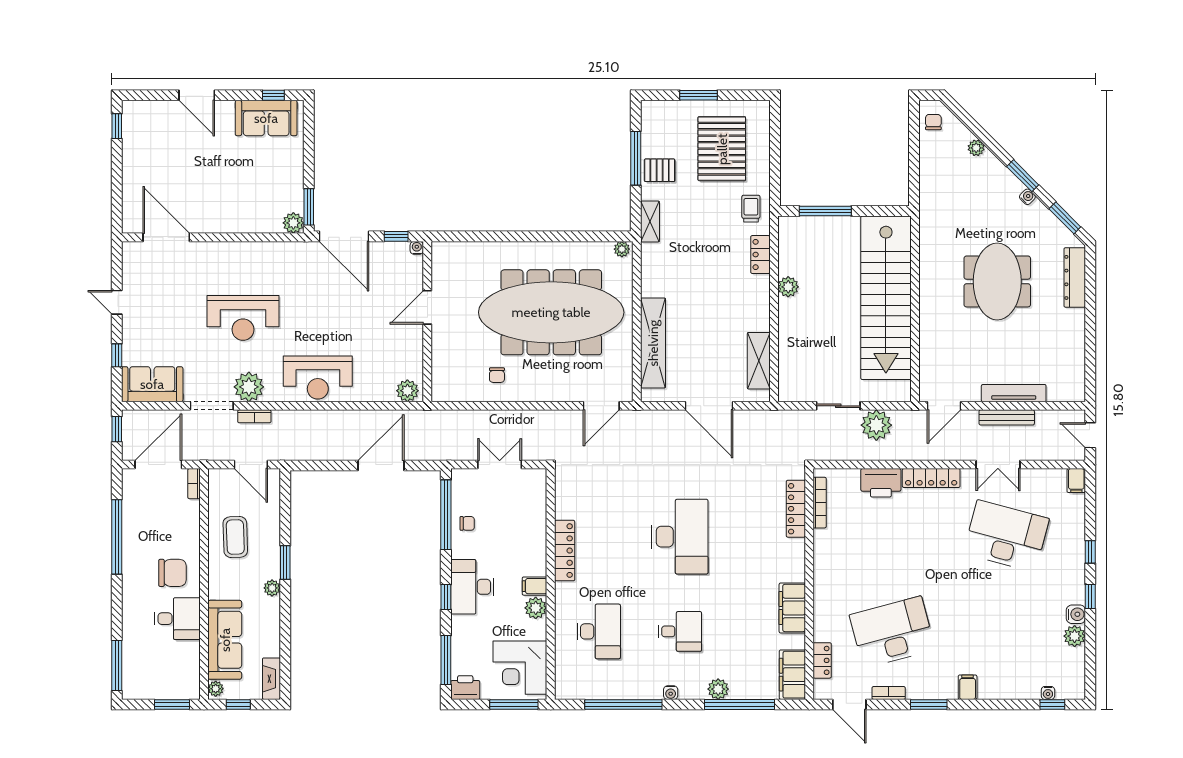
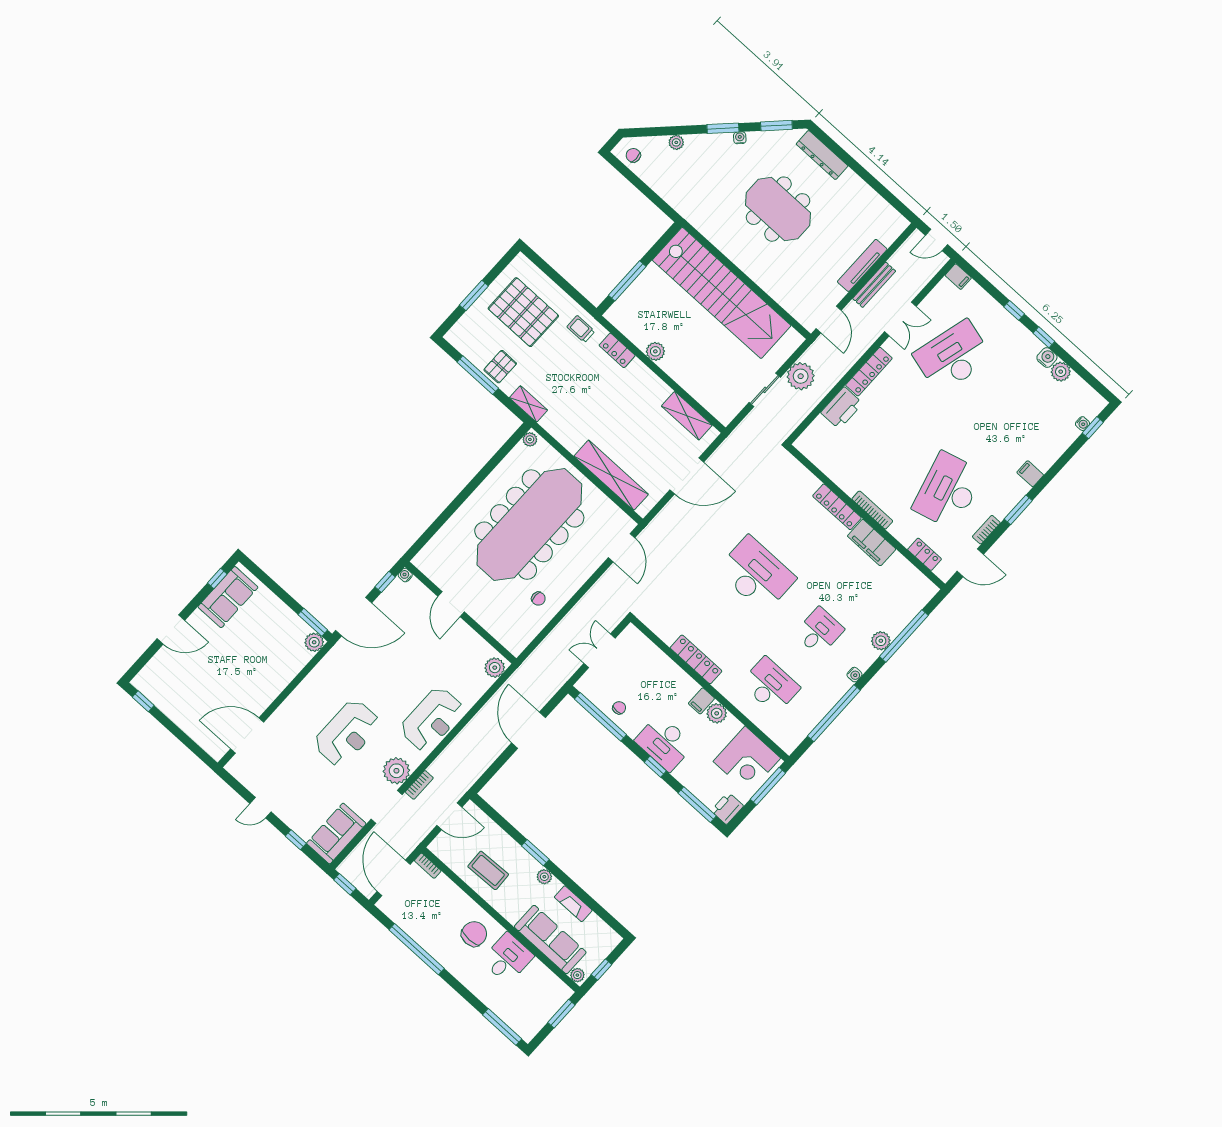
bookcase: (820, 503) -> (872, 510), moved
locker: (796, 509) -> (837, 507), moved
filing cabinet: (792, 675) -> (916, 583), removed
fireplace: (271, 679) -> (573, 904), moved

